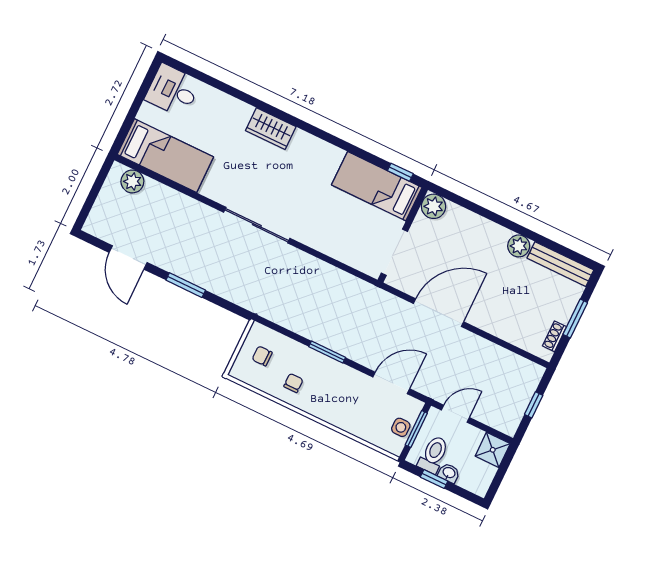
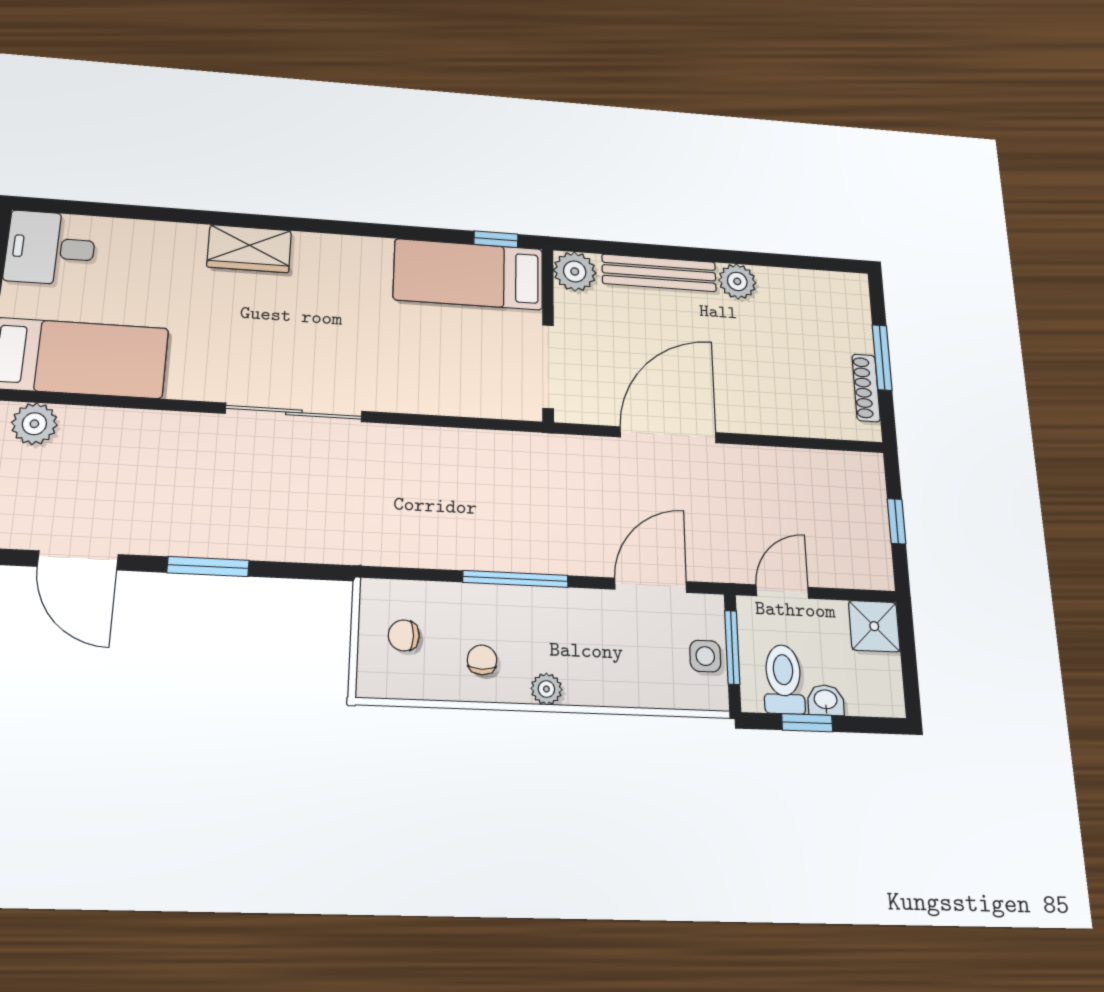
bench: (560, 264) -> (659, 273), moved
shoe rack: (554, 336) -> (866, 388), width x1.43
window: (327, 352) -> (515, 579), width x1.44
plant: (317, 409) -> (546, 689), added

